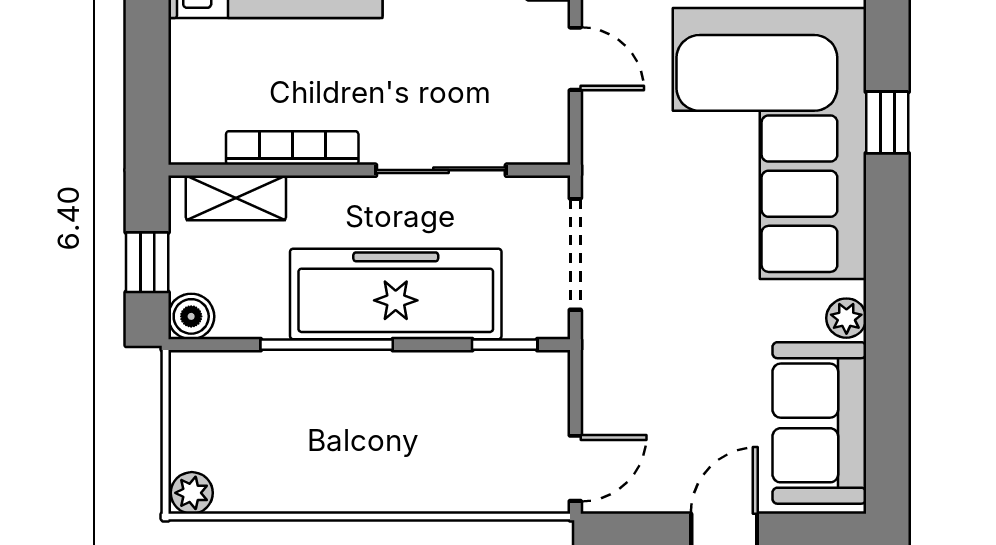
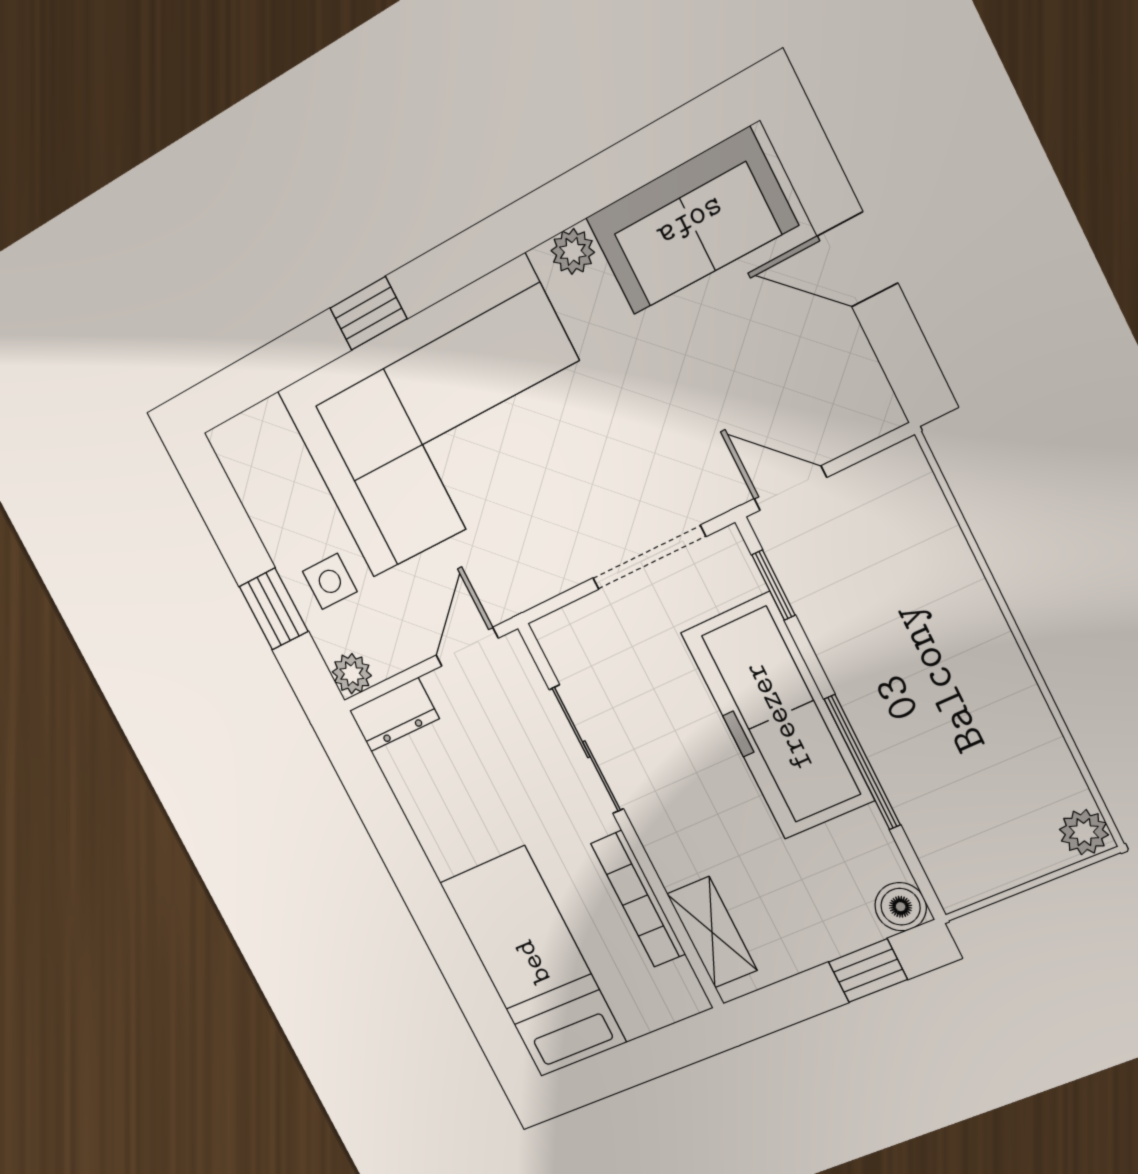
bookcase: (292, 148) -> (638, 899), moved
wall: (369, 170) -> (621, 817), moved
sliding door: (441, 170) -> (586, 749), moved
shelving: (236, 198) -> (712, 932), moved
door: (575, 468) -> (790, 488), moved

